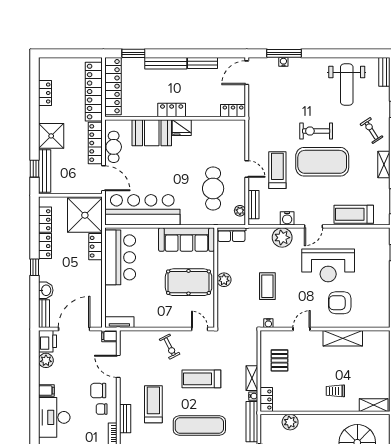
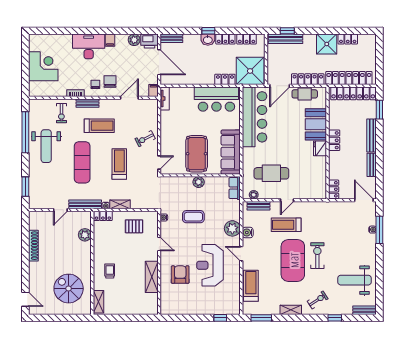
shower: (51, 136) -> (327, 44), moved
treadmill: (277, 170) -> (286, 225), turned 180
washbasin: (46, 290) -> (208, 40), moved

